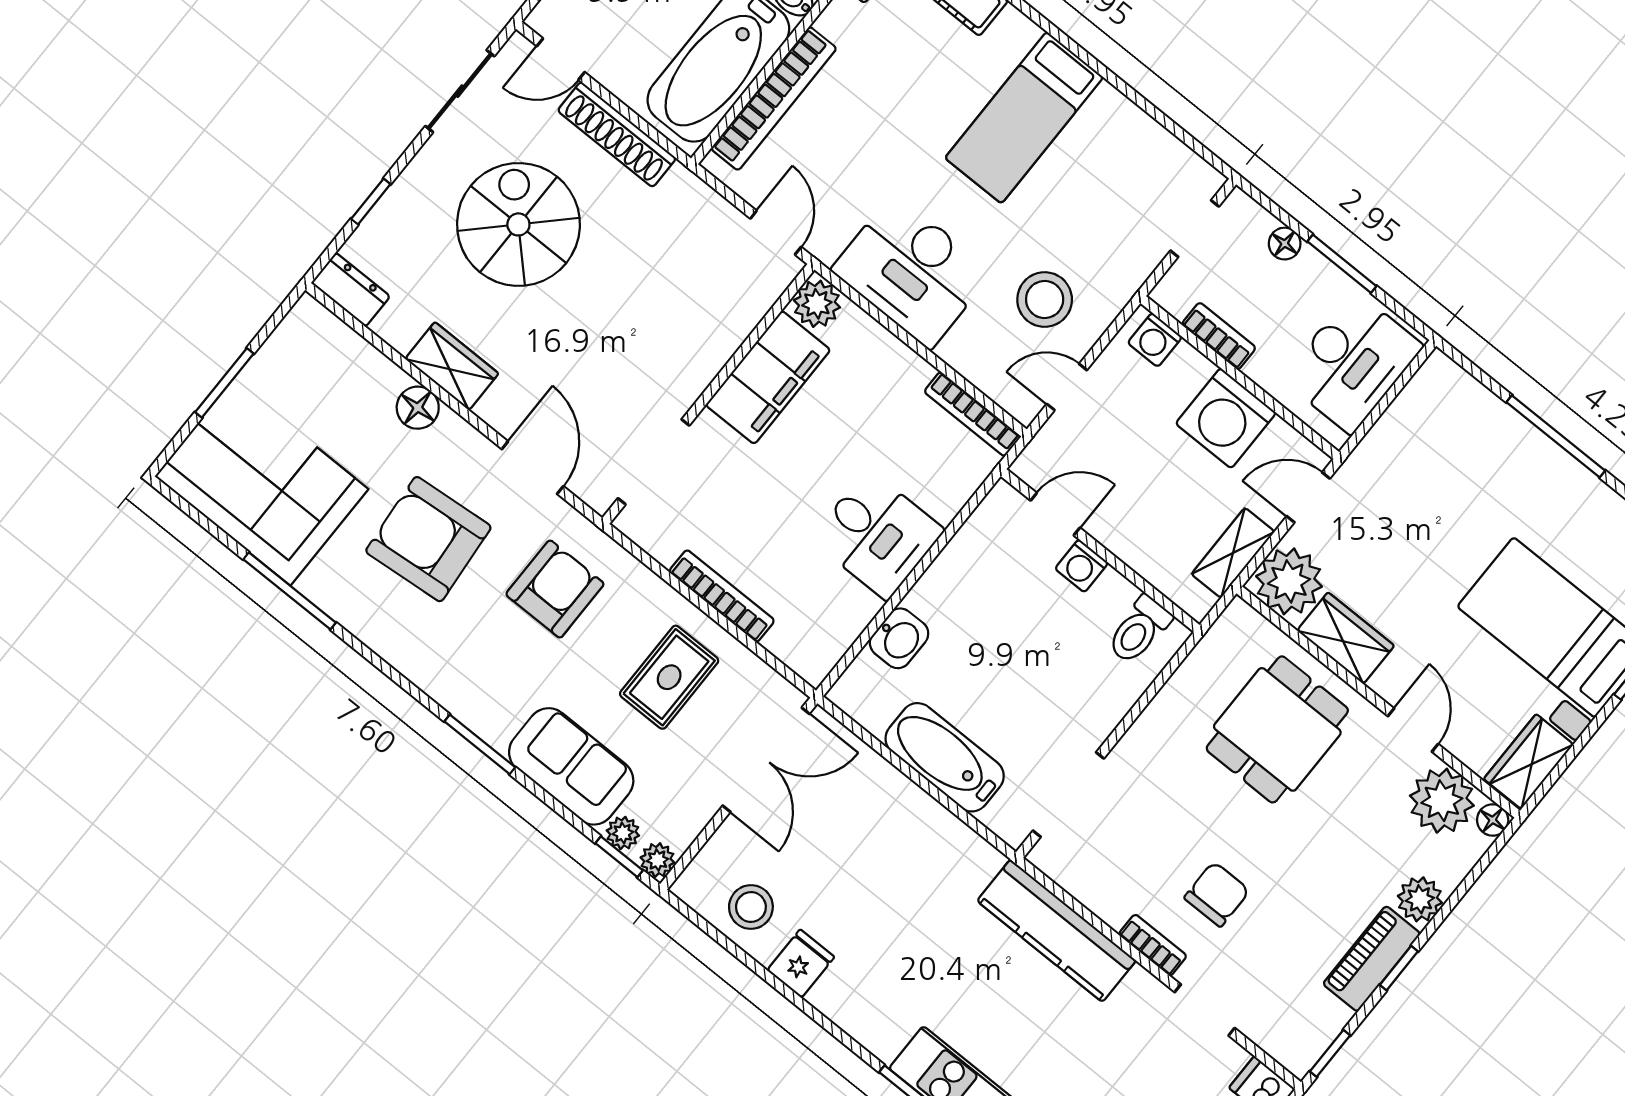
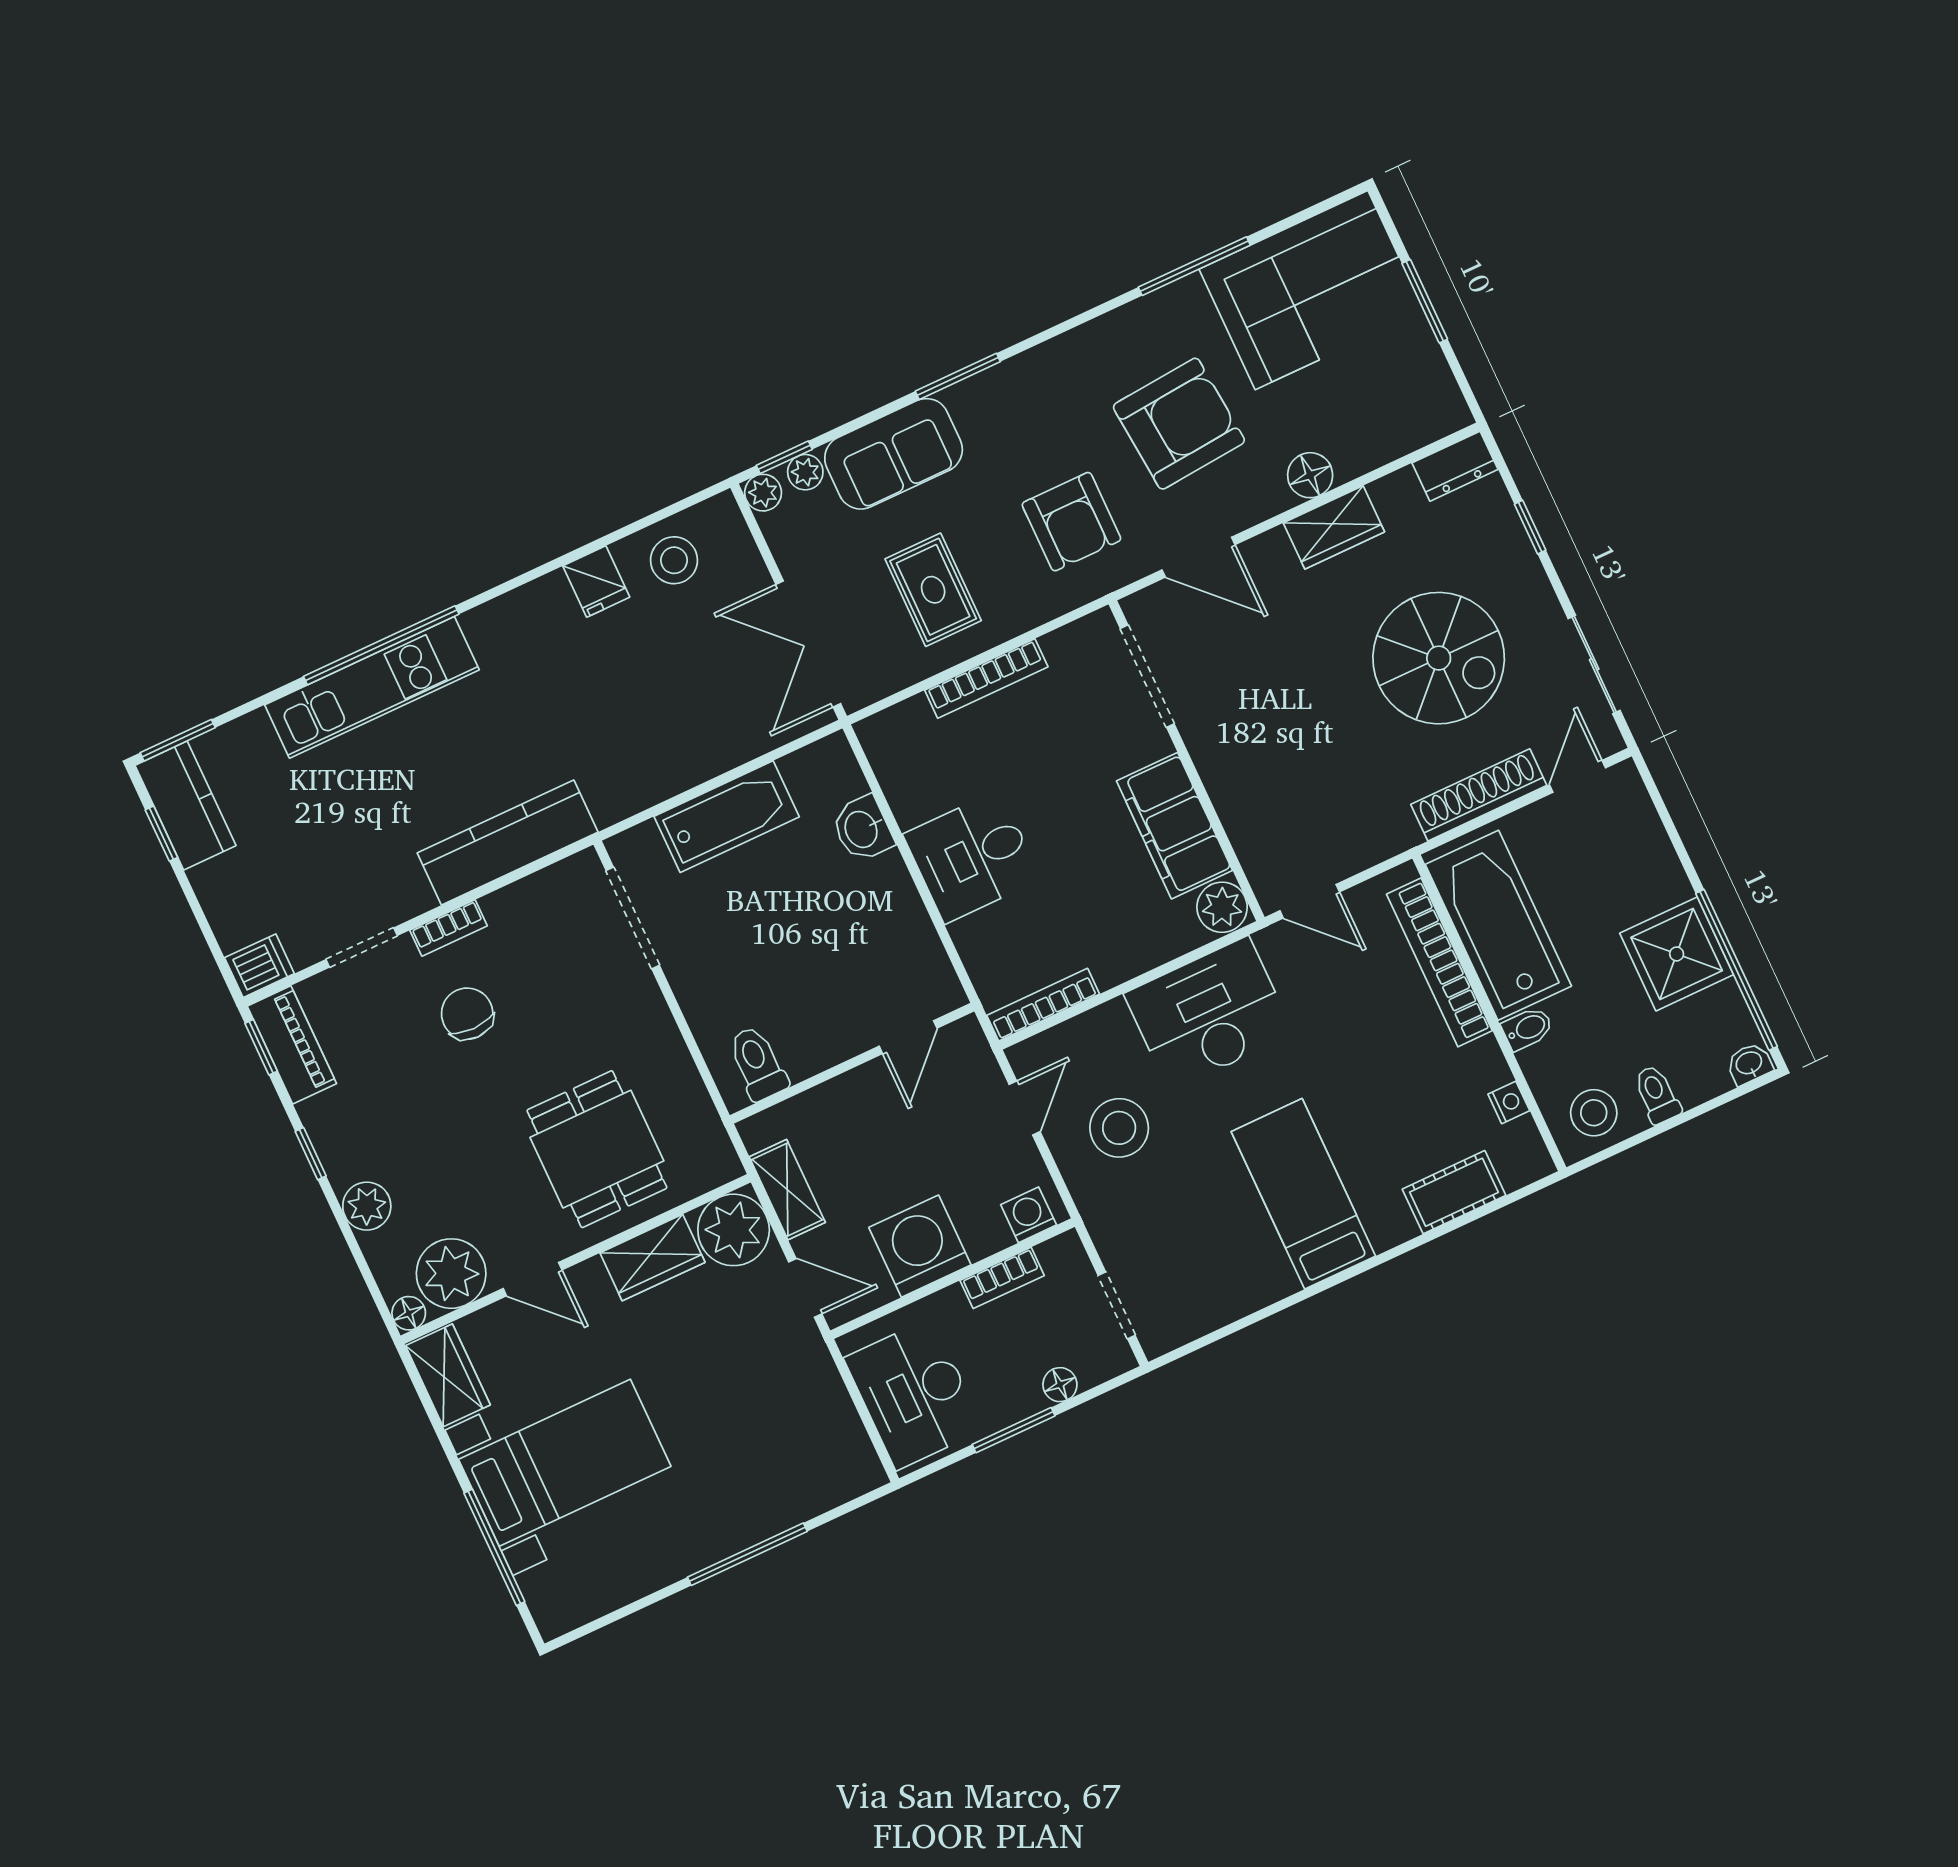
door: (1308, 497) -> (805, 1288), hinge flipped
washing machine: (1082, 566) -> (846, 1038), removed
chair: (1217, 894) -> (467, 1014), turned 180
piano: (1372, 959) -> (292, 1045), moved

